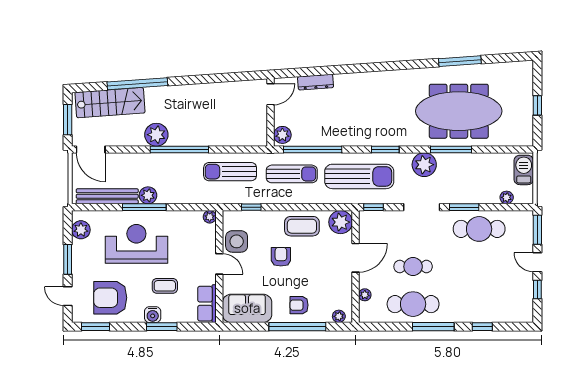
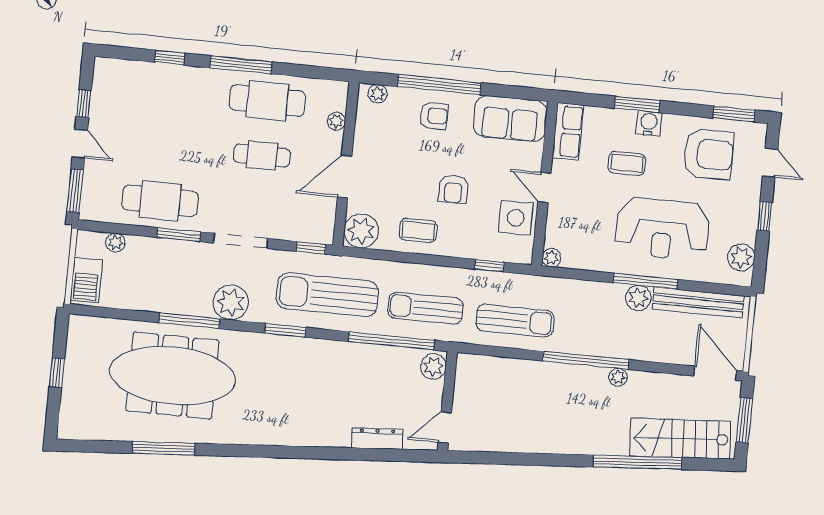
plant: (156, 135) -> (618, 377), width x0.53, depth x0.53
coffee table: (302, 226) -> (418, 231), width x0.73, depth x0.77
window: (68, 259) -> (765, 216), width x0.67

